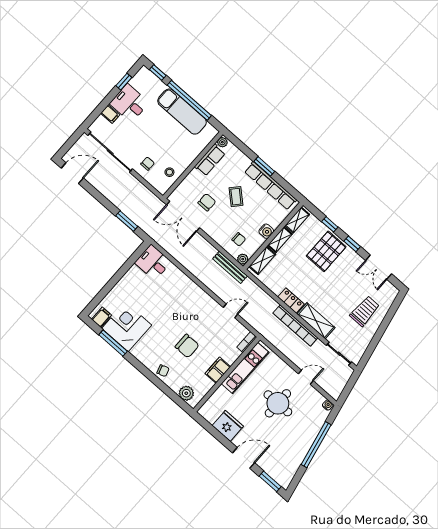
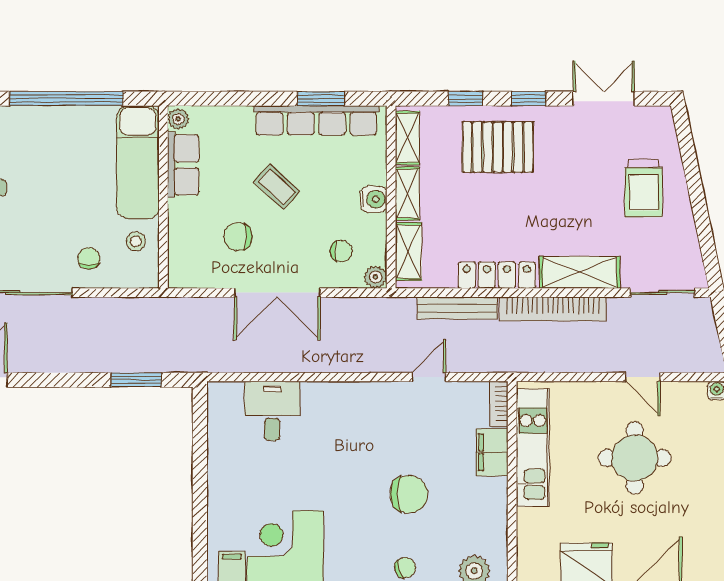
exam couch: (182, 112) -> (138, 162), moved, turned 90
window: (264, 166) -> (321, 99), moved
chair: (207, 202) -> (238, 237), turned -90
double door: (183, 216) -> (277, 293), moved
pallet: (326, 251) -> (498, 147), turned 90
desk: (153, 262) -> (272, 411), moved, turned 90
bench: (230, 267) -> (457, 308), moved
double door: (379, 267) -> (604, 99), swing flipped
locker: (291, 300) -> (497, 275), width x1.53
trolley: (365, 311) -> (643, 188), turned 180
filing cabinet: (218, 370) -> (492, 452), moved
door: (306, 377) -> (643, 377), swing flipped

